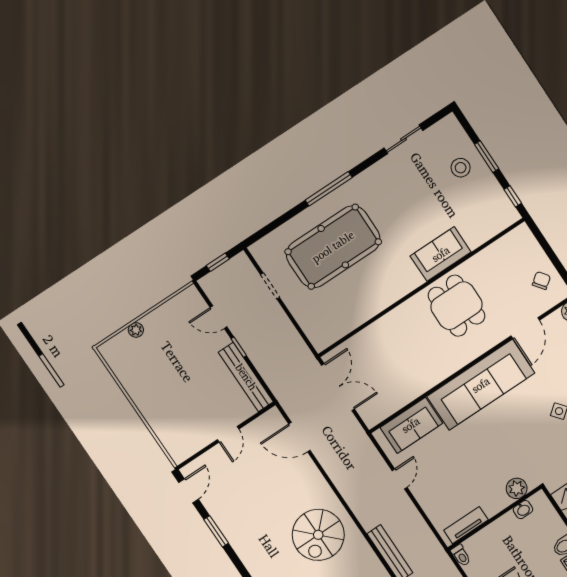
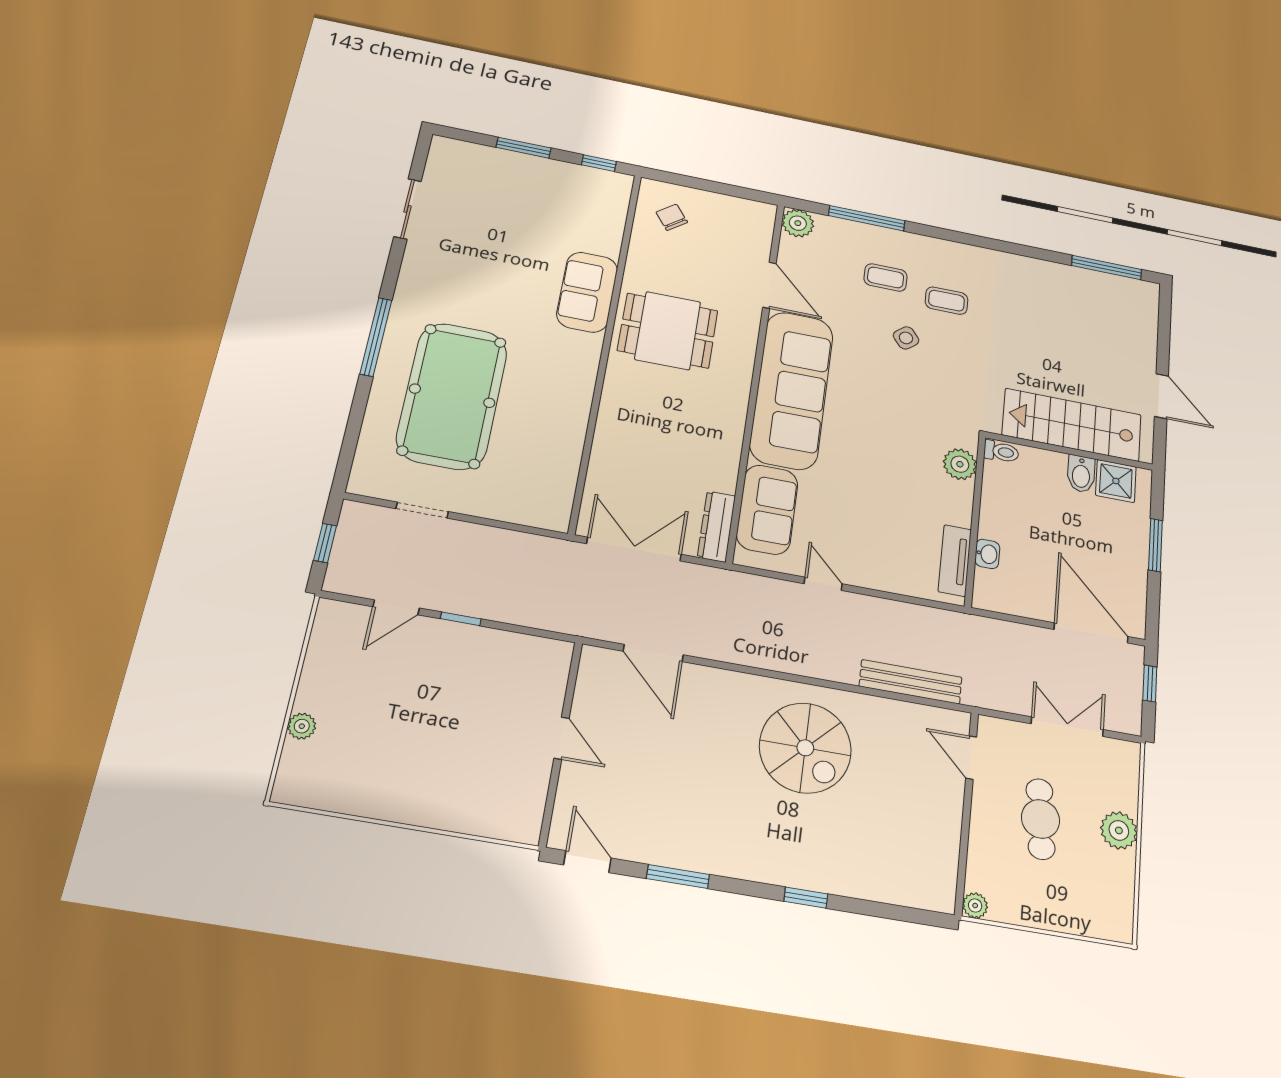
stool: (461, 168) -> (507, 183), removed
chair: (541, 281) -> (672, 217), moved
bench: (246, 377) -> (508, 646), removed
dresser: (382, 411) -> (716, 526), added
door: (299, 437) -> (653, 653), hinge flipped
washbasin: (523, 510) -> (987, 554), moved
toilet: (461, 555) -> (1001, 452), moved

